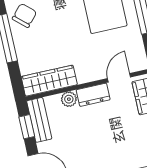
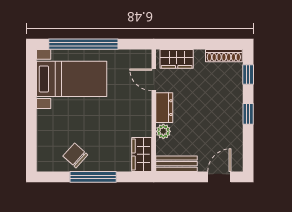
wardrobe: (49, 81) -> (142, 154), width x0.67
window: (27, 127) -> (180, 177), removed

